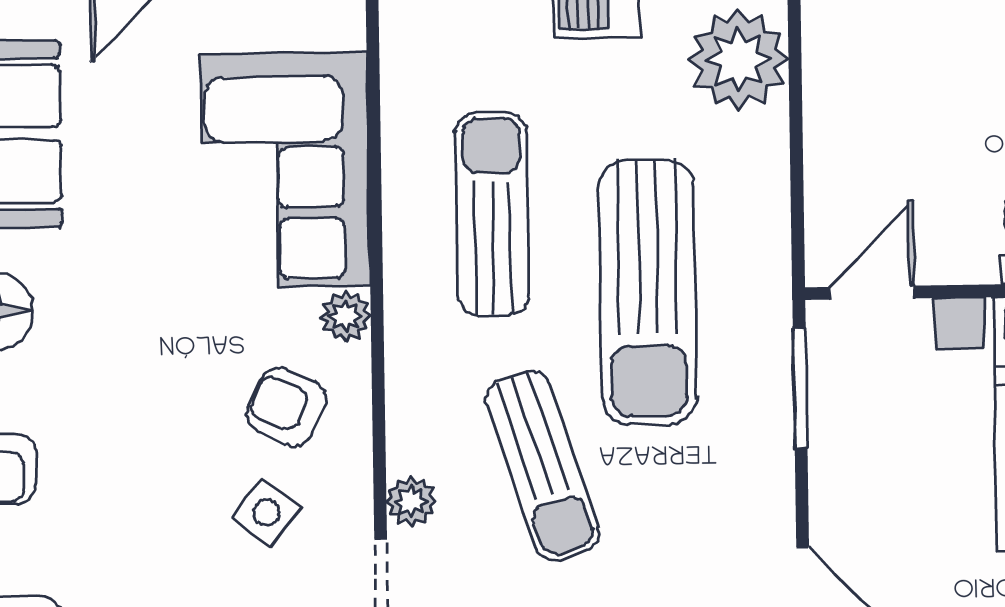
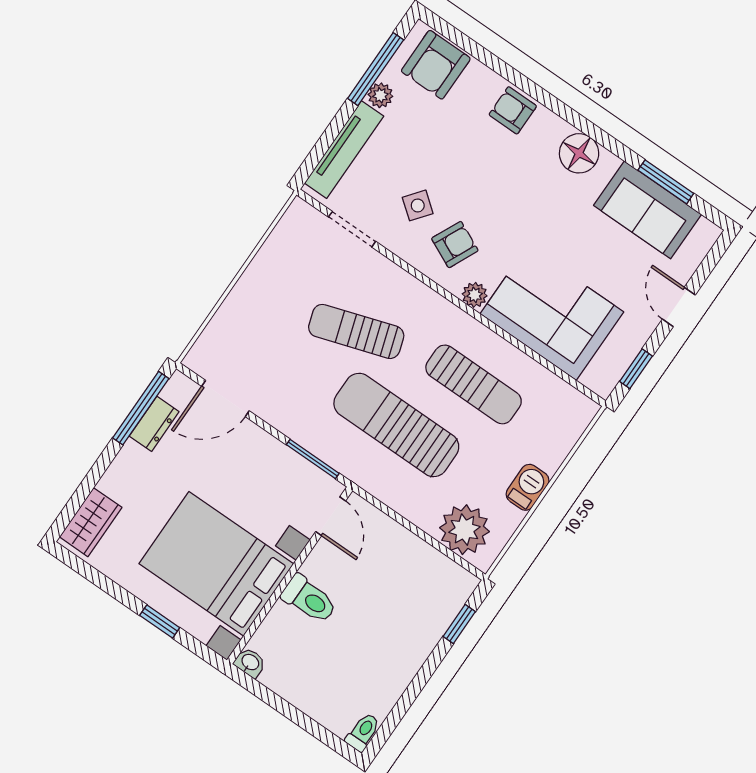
plant: (411, 501) -> (380, 268), removed

